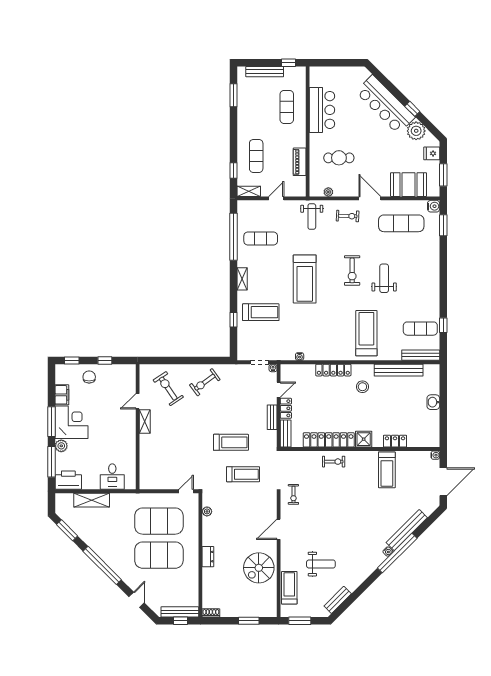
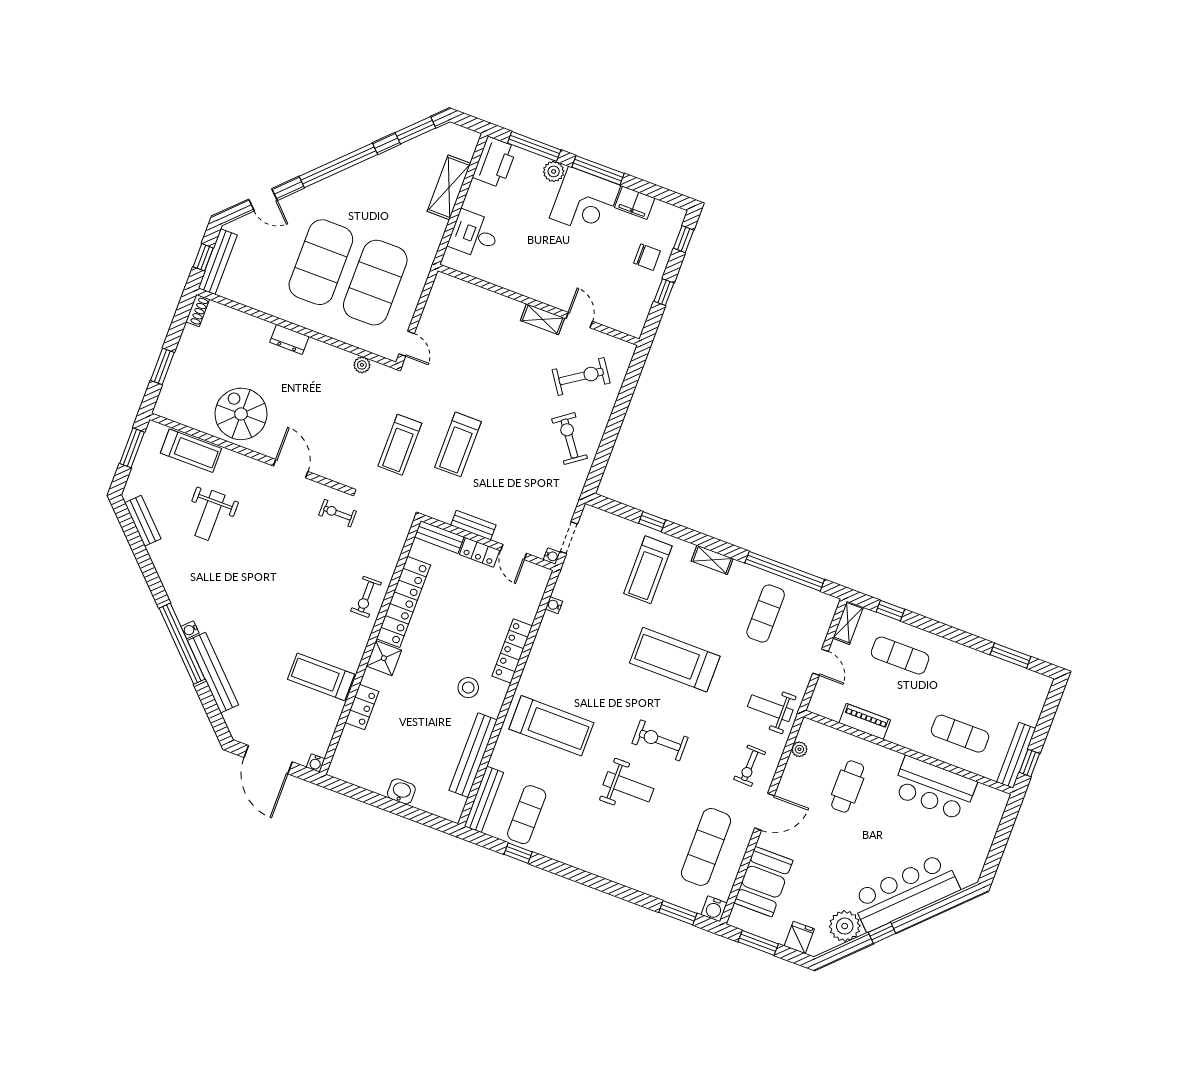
bench: (265, 72) -> (1016, 755), moved

